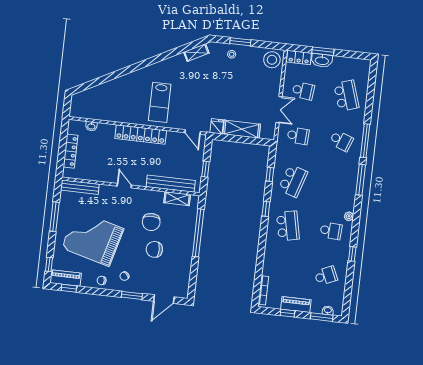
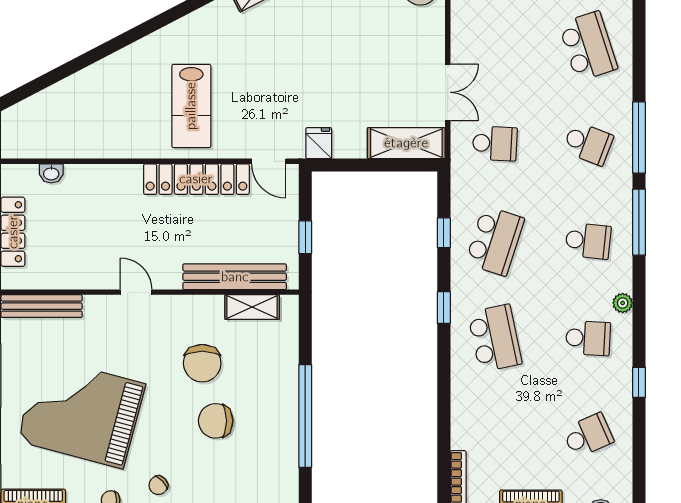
school desk: (303, 91) -> (588, 241), moved
shelving: (242, 129) -> (406, 143), moved
locker: (141, 135) -> (196, 179), moved
window: (198, 233) -> (305, 416), moved

